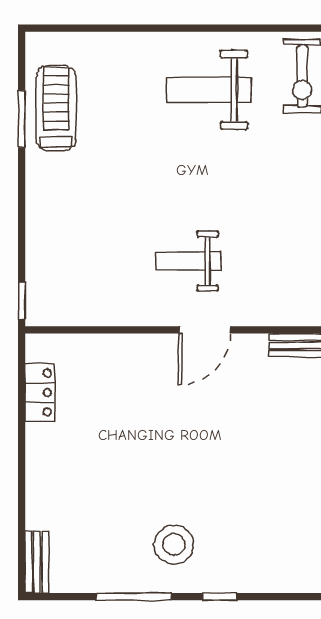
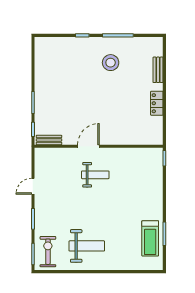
locker: (40, 393) -> (157, 103), moved
stool: (174, 545) -> (111, 63), moved
bench: (37, 562) -> (158, 70), moved

